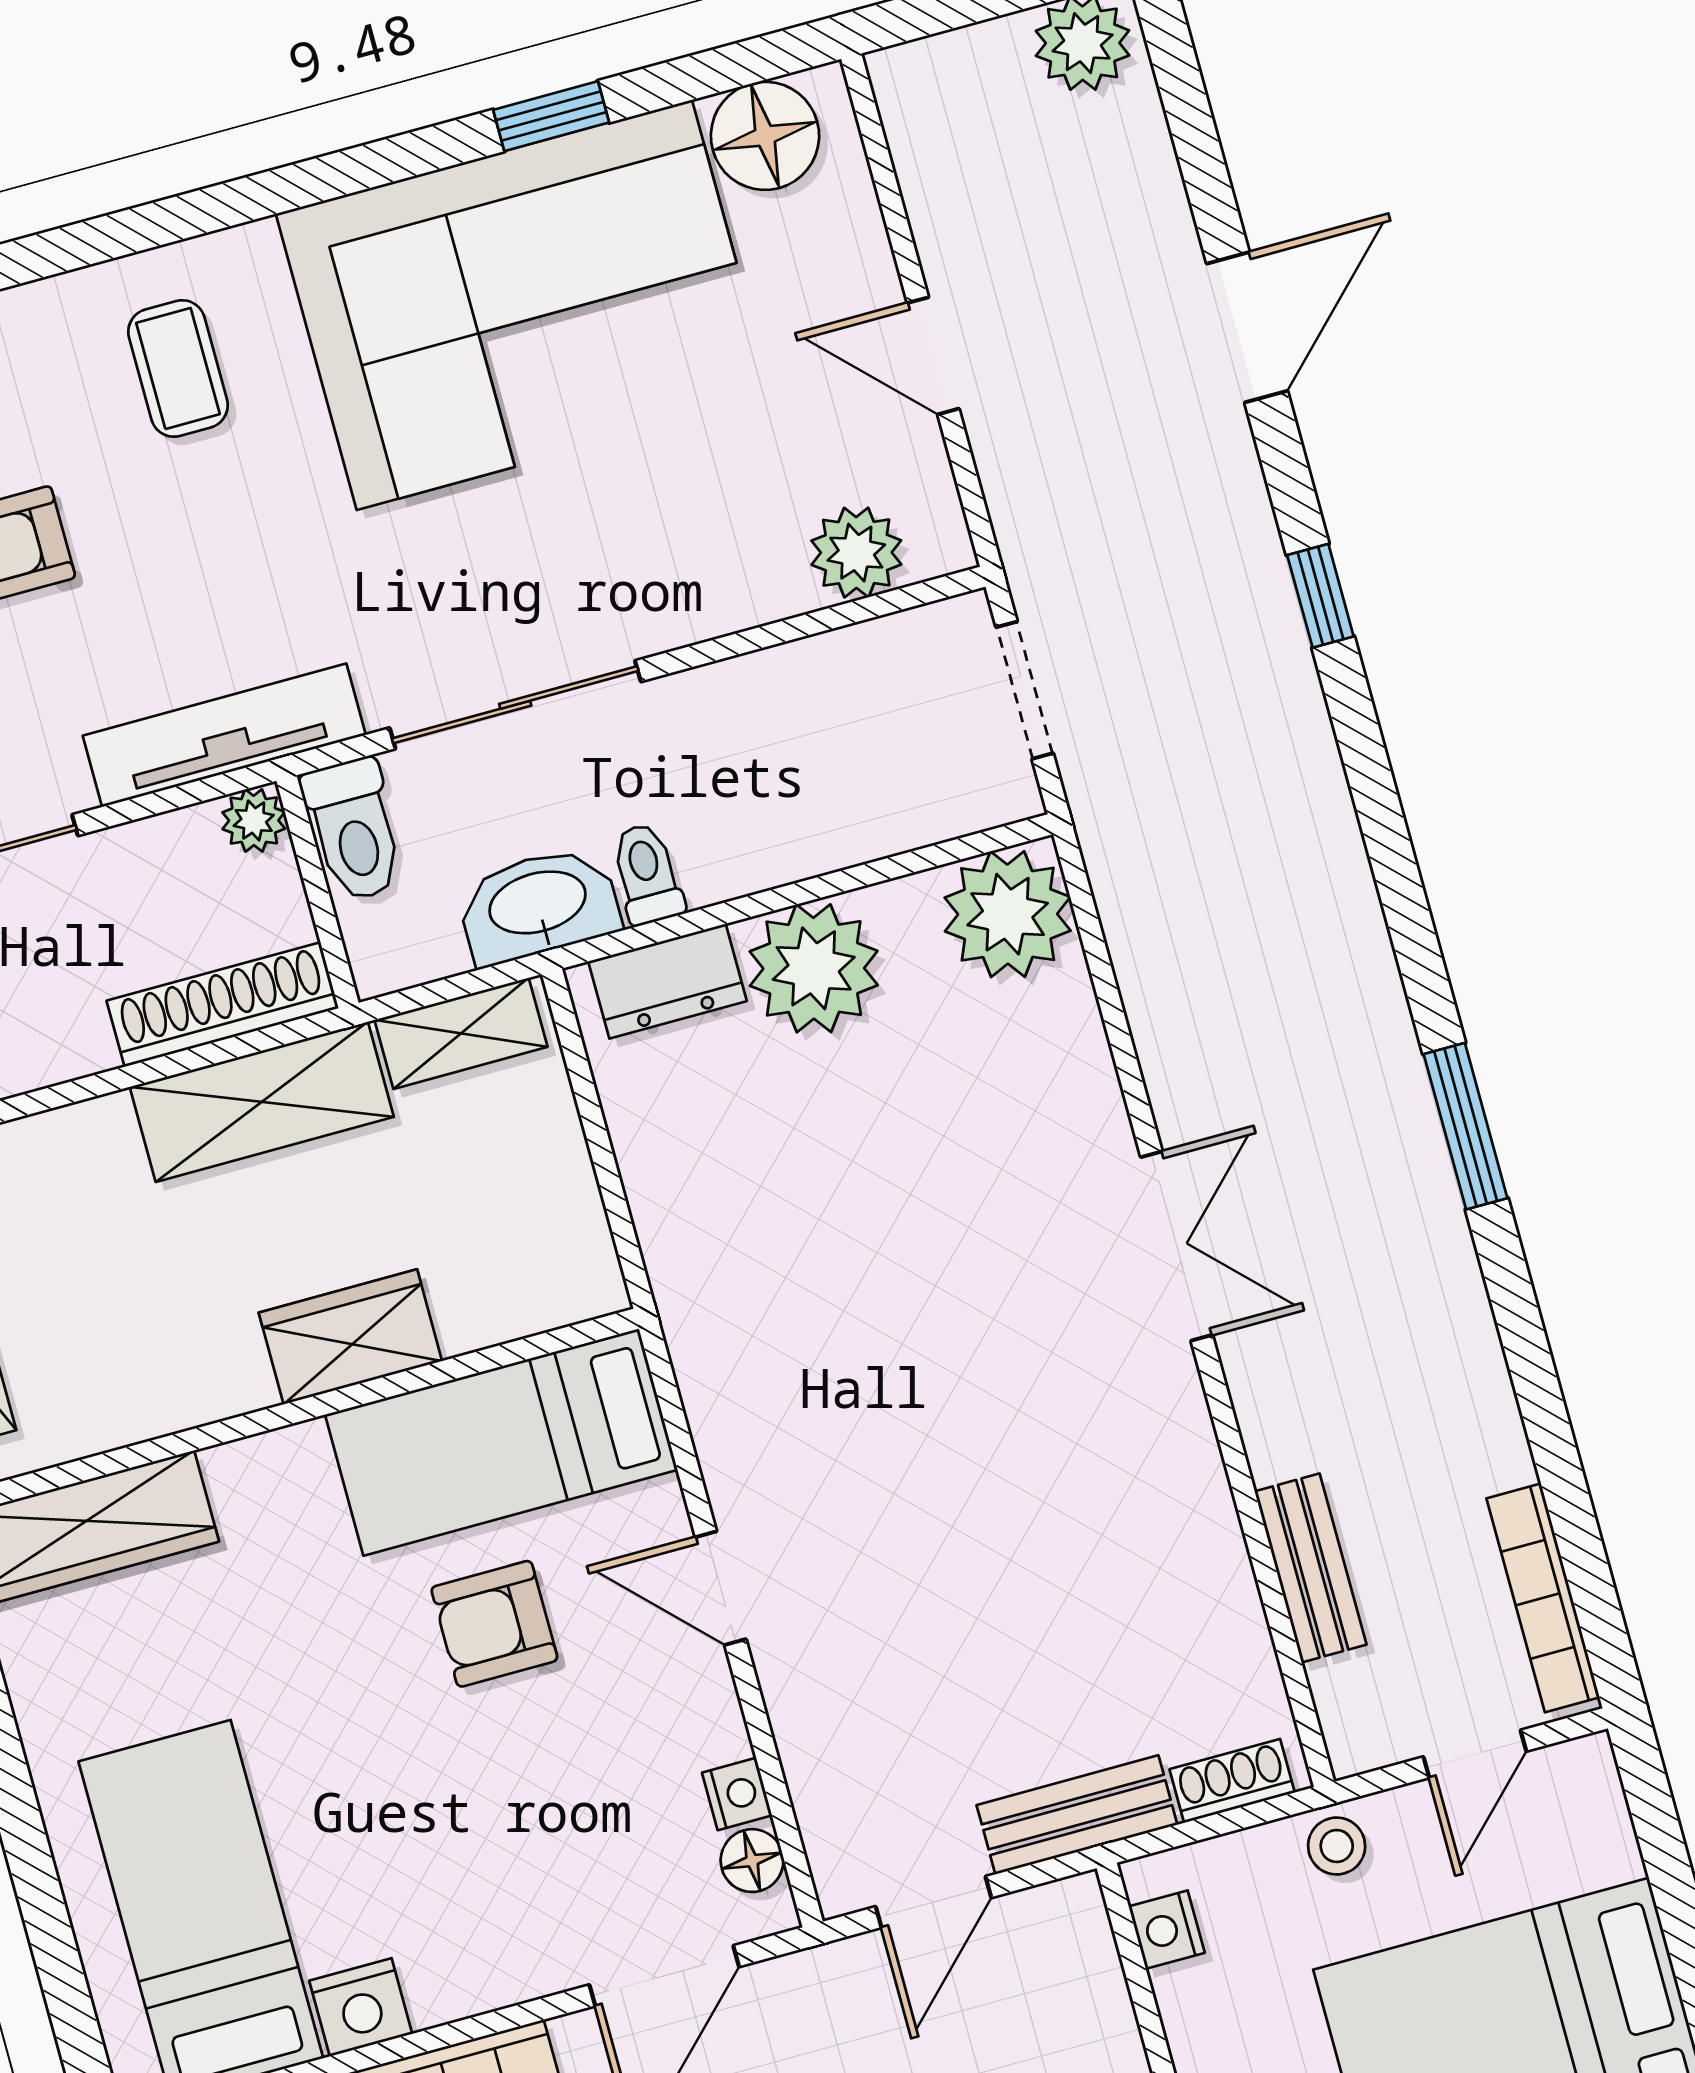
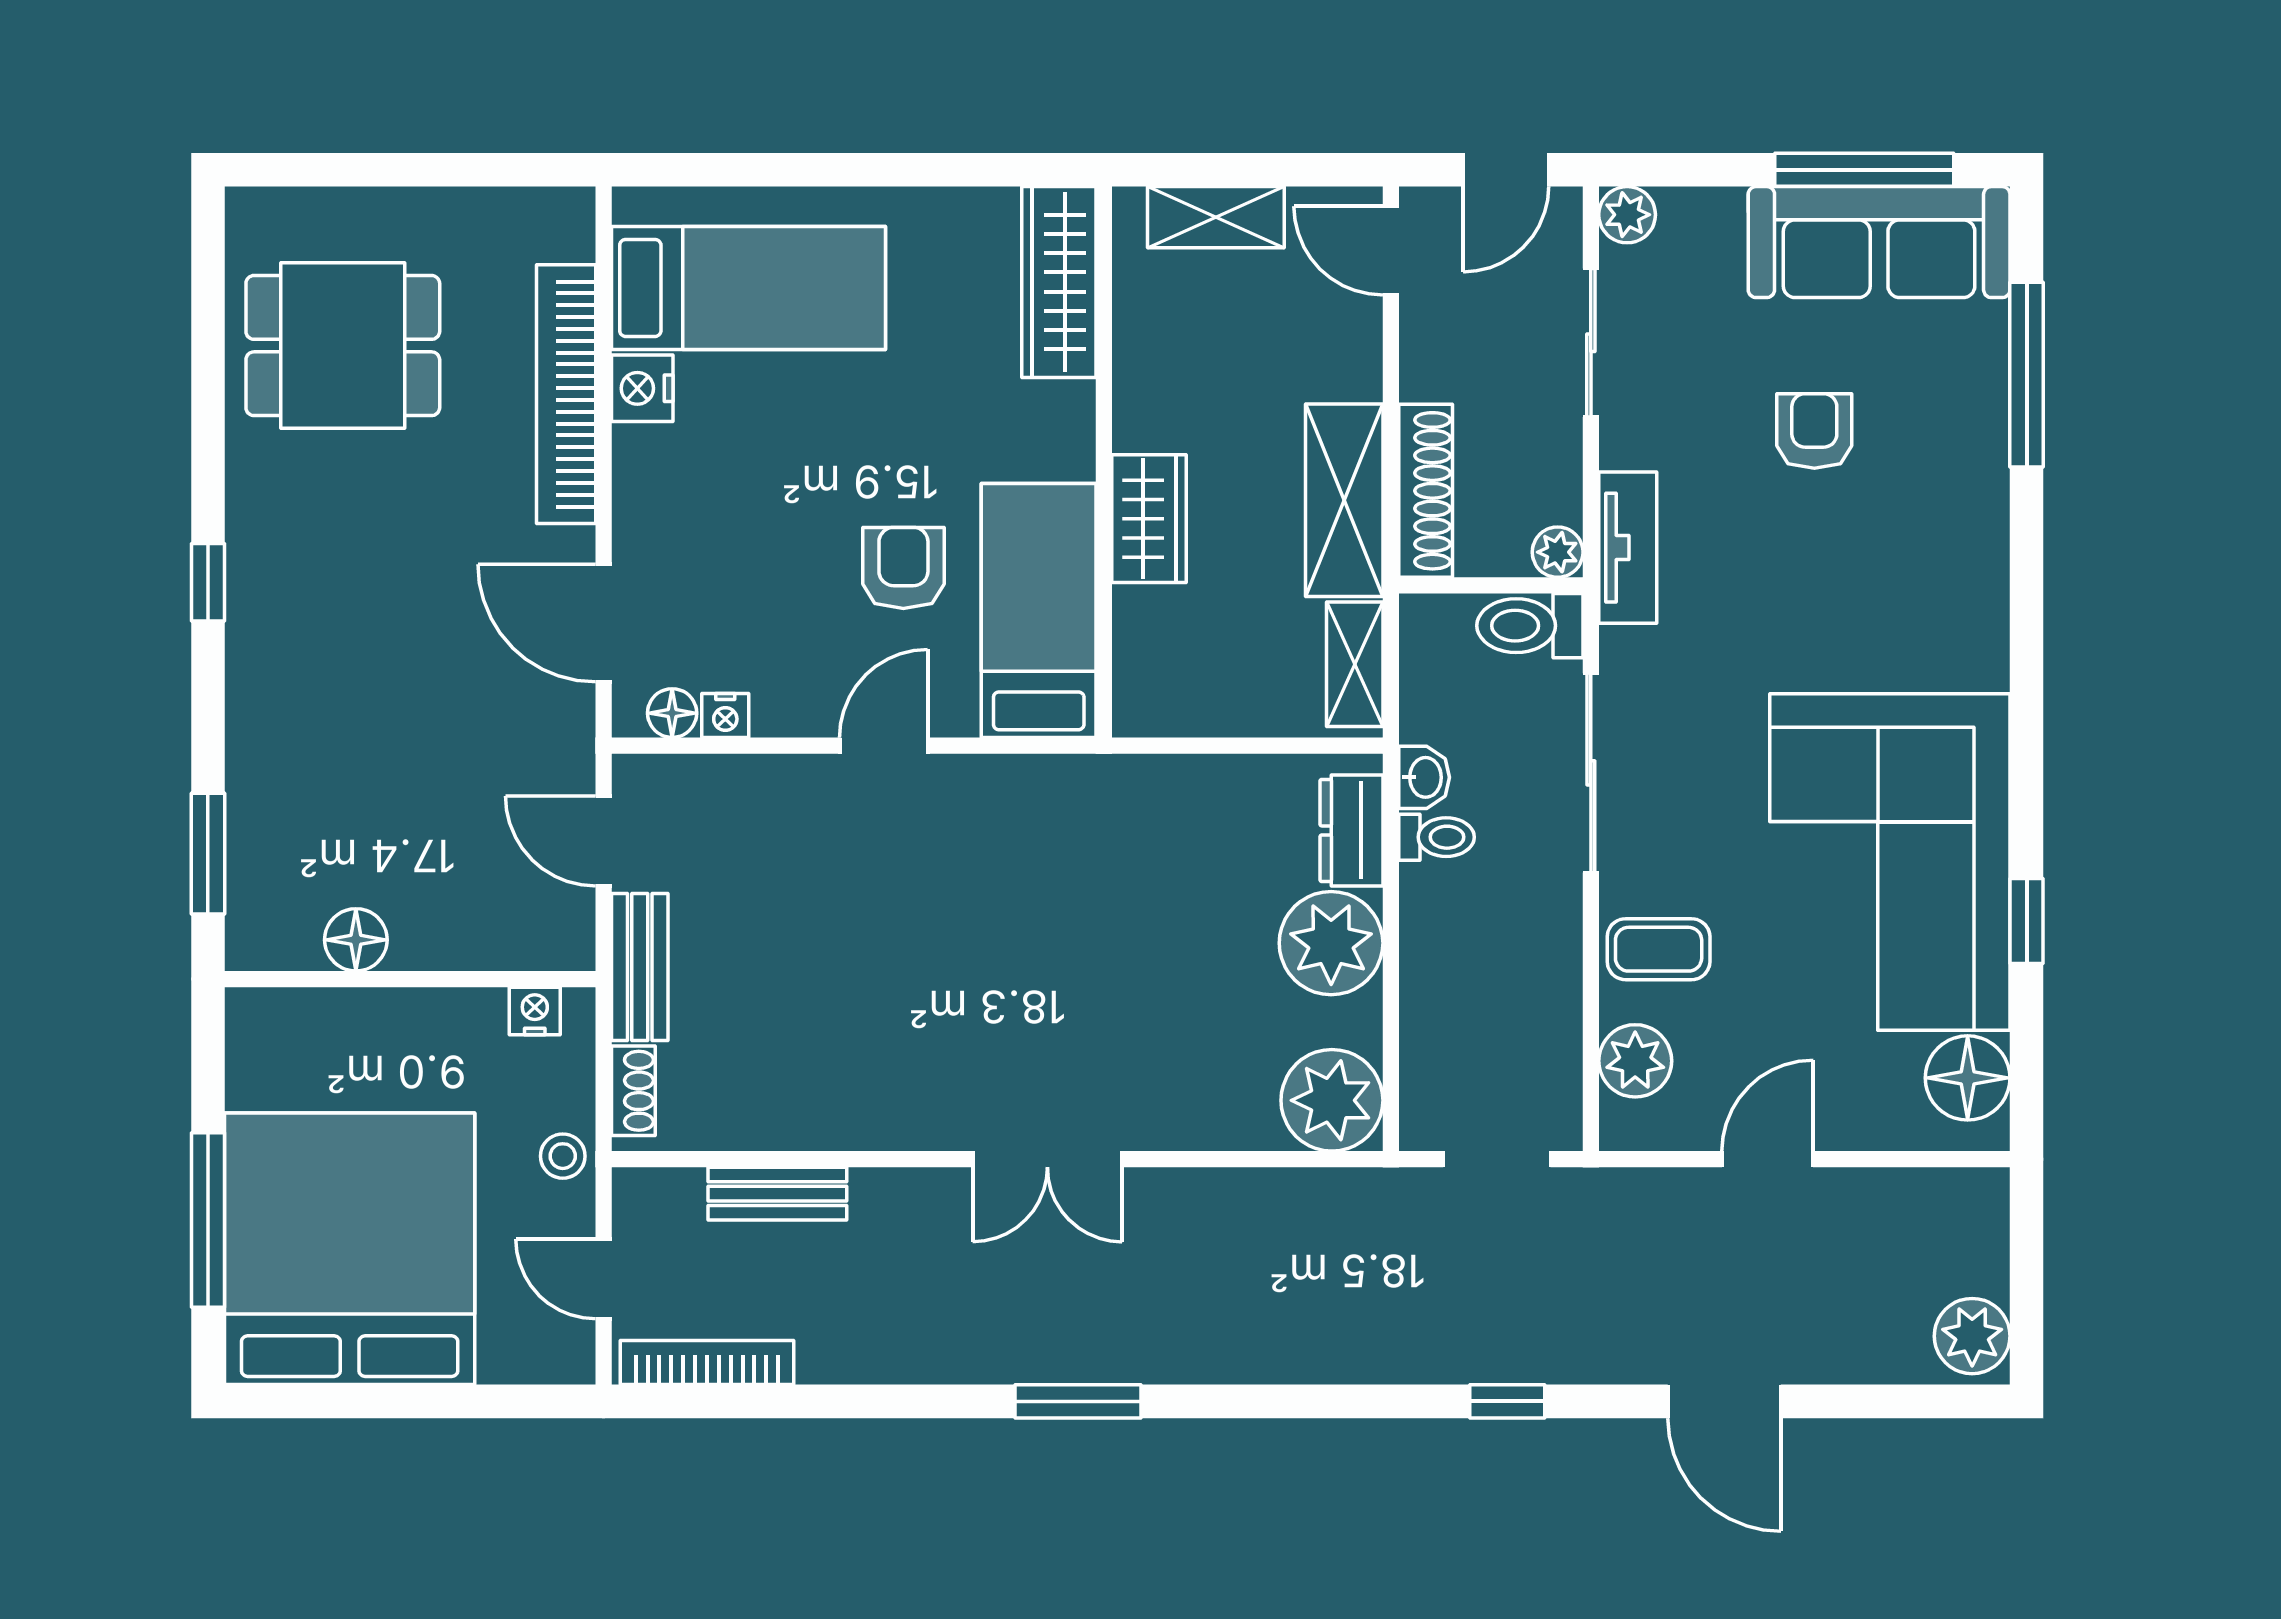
coffee table: (178, 368) -> (1659, 949), moved
tv unit: (224, 735) -> (1628, 548), width x0.71
washbasin: (538, 905) -> (1424, 777), width x0.52, depth x0.69

